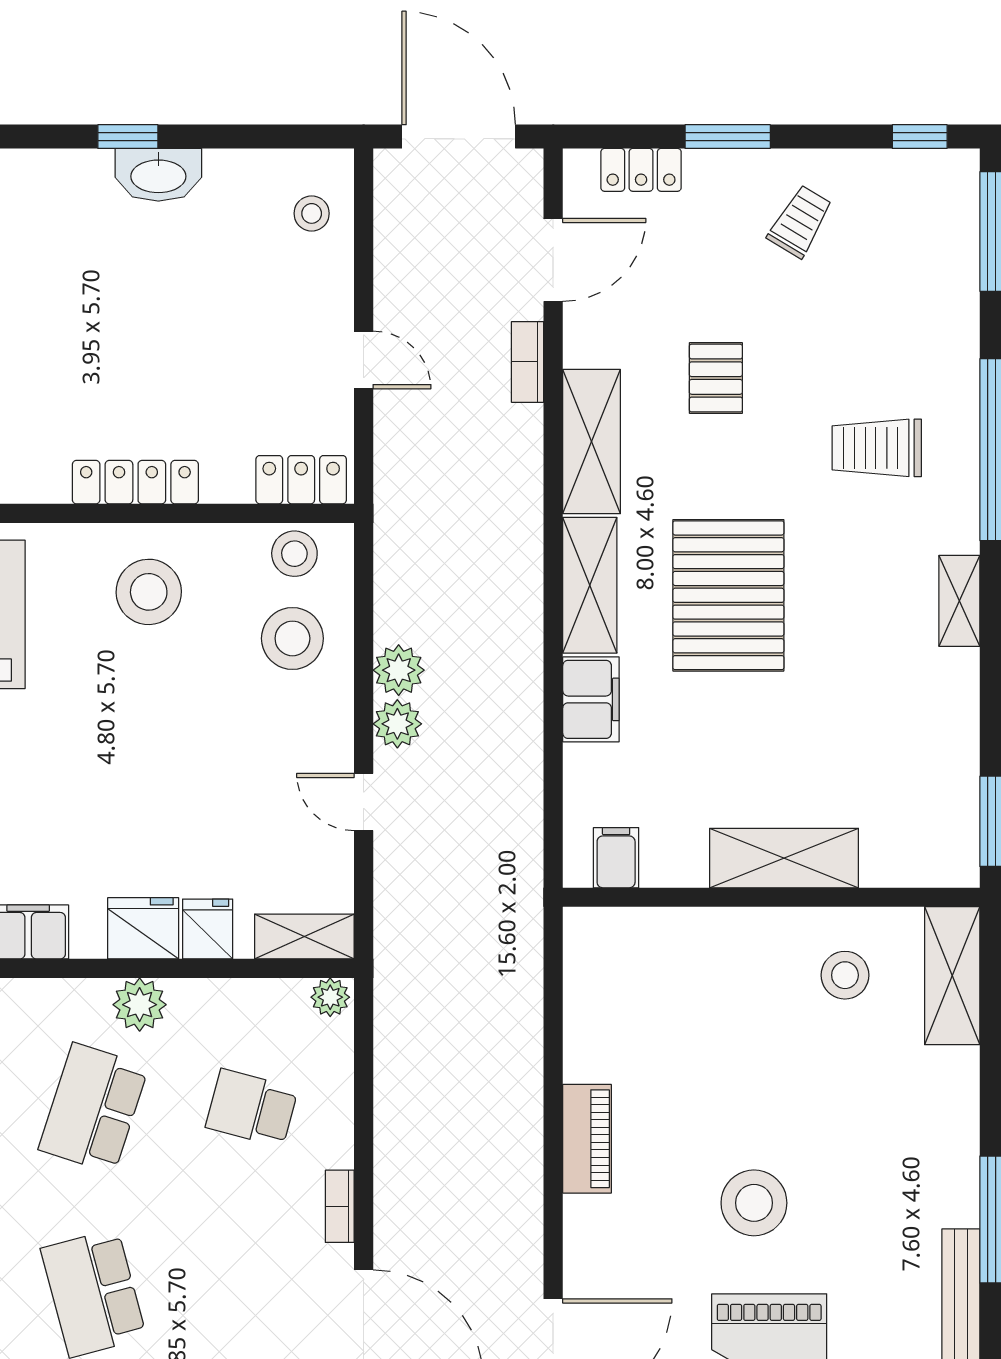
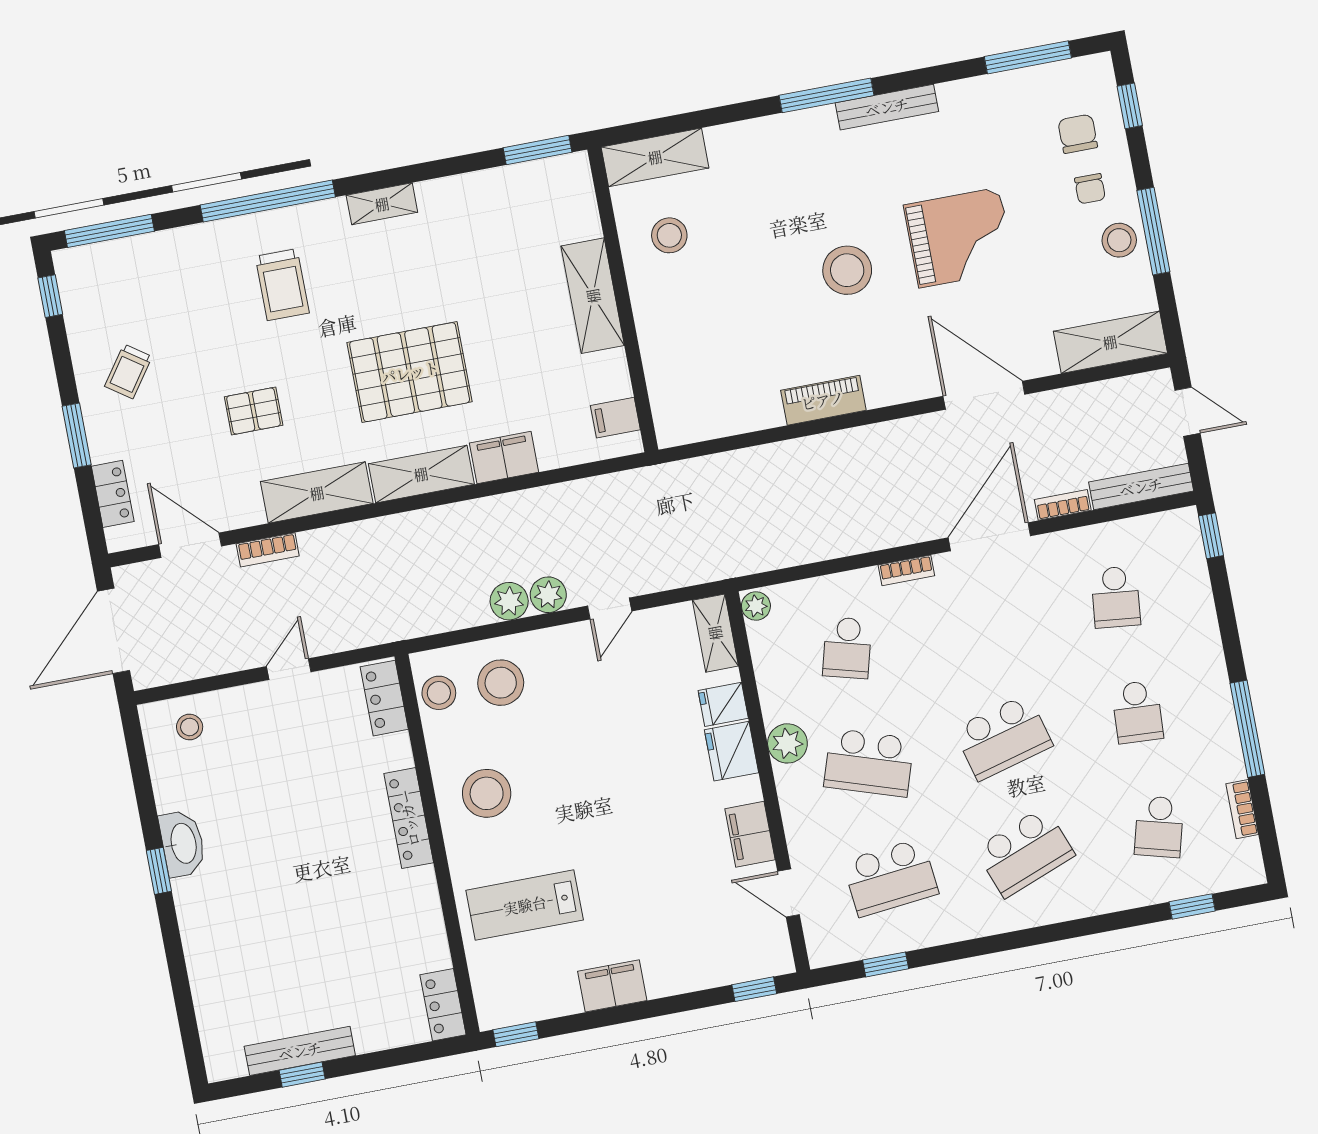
trolley: (800, 221) -> (128, 371), turned -86

